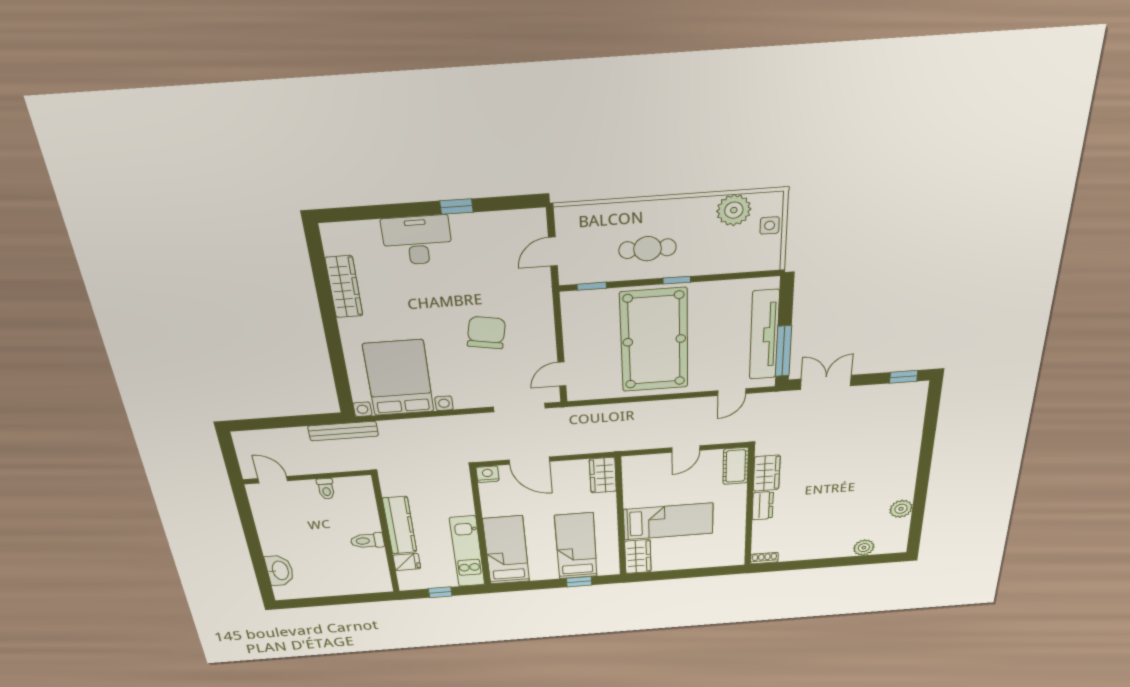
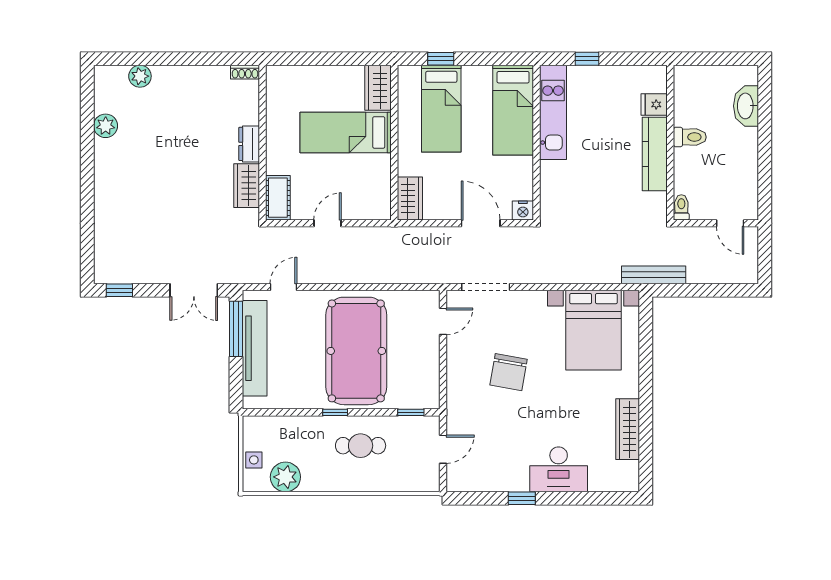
kitchen counter: (400, 525) -> (655, 154), moved
wall: (386, 535) -> (670, 143), moved
toilet: (367, 541) -> (690, 137), moved
fridge: (407, 562) -> (654, 104), moved

